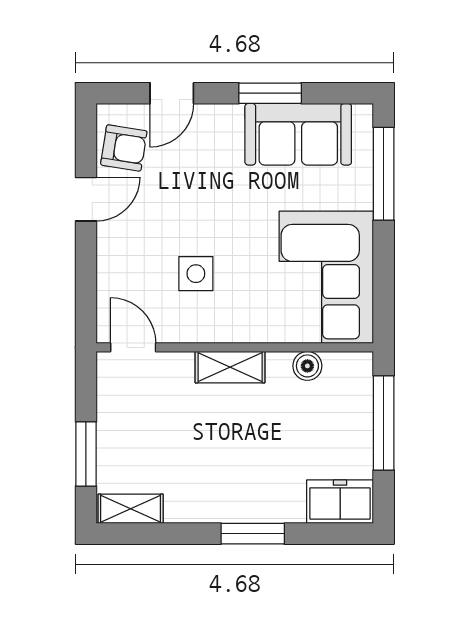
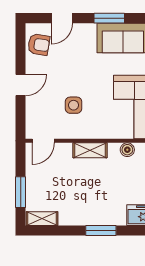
door: (86, 199) -> (21, 85), moved
door: (133, 347) -> (43, 141), swing flipped

